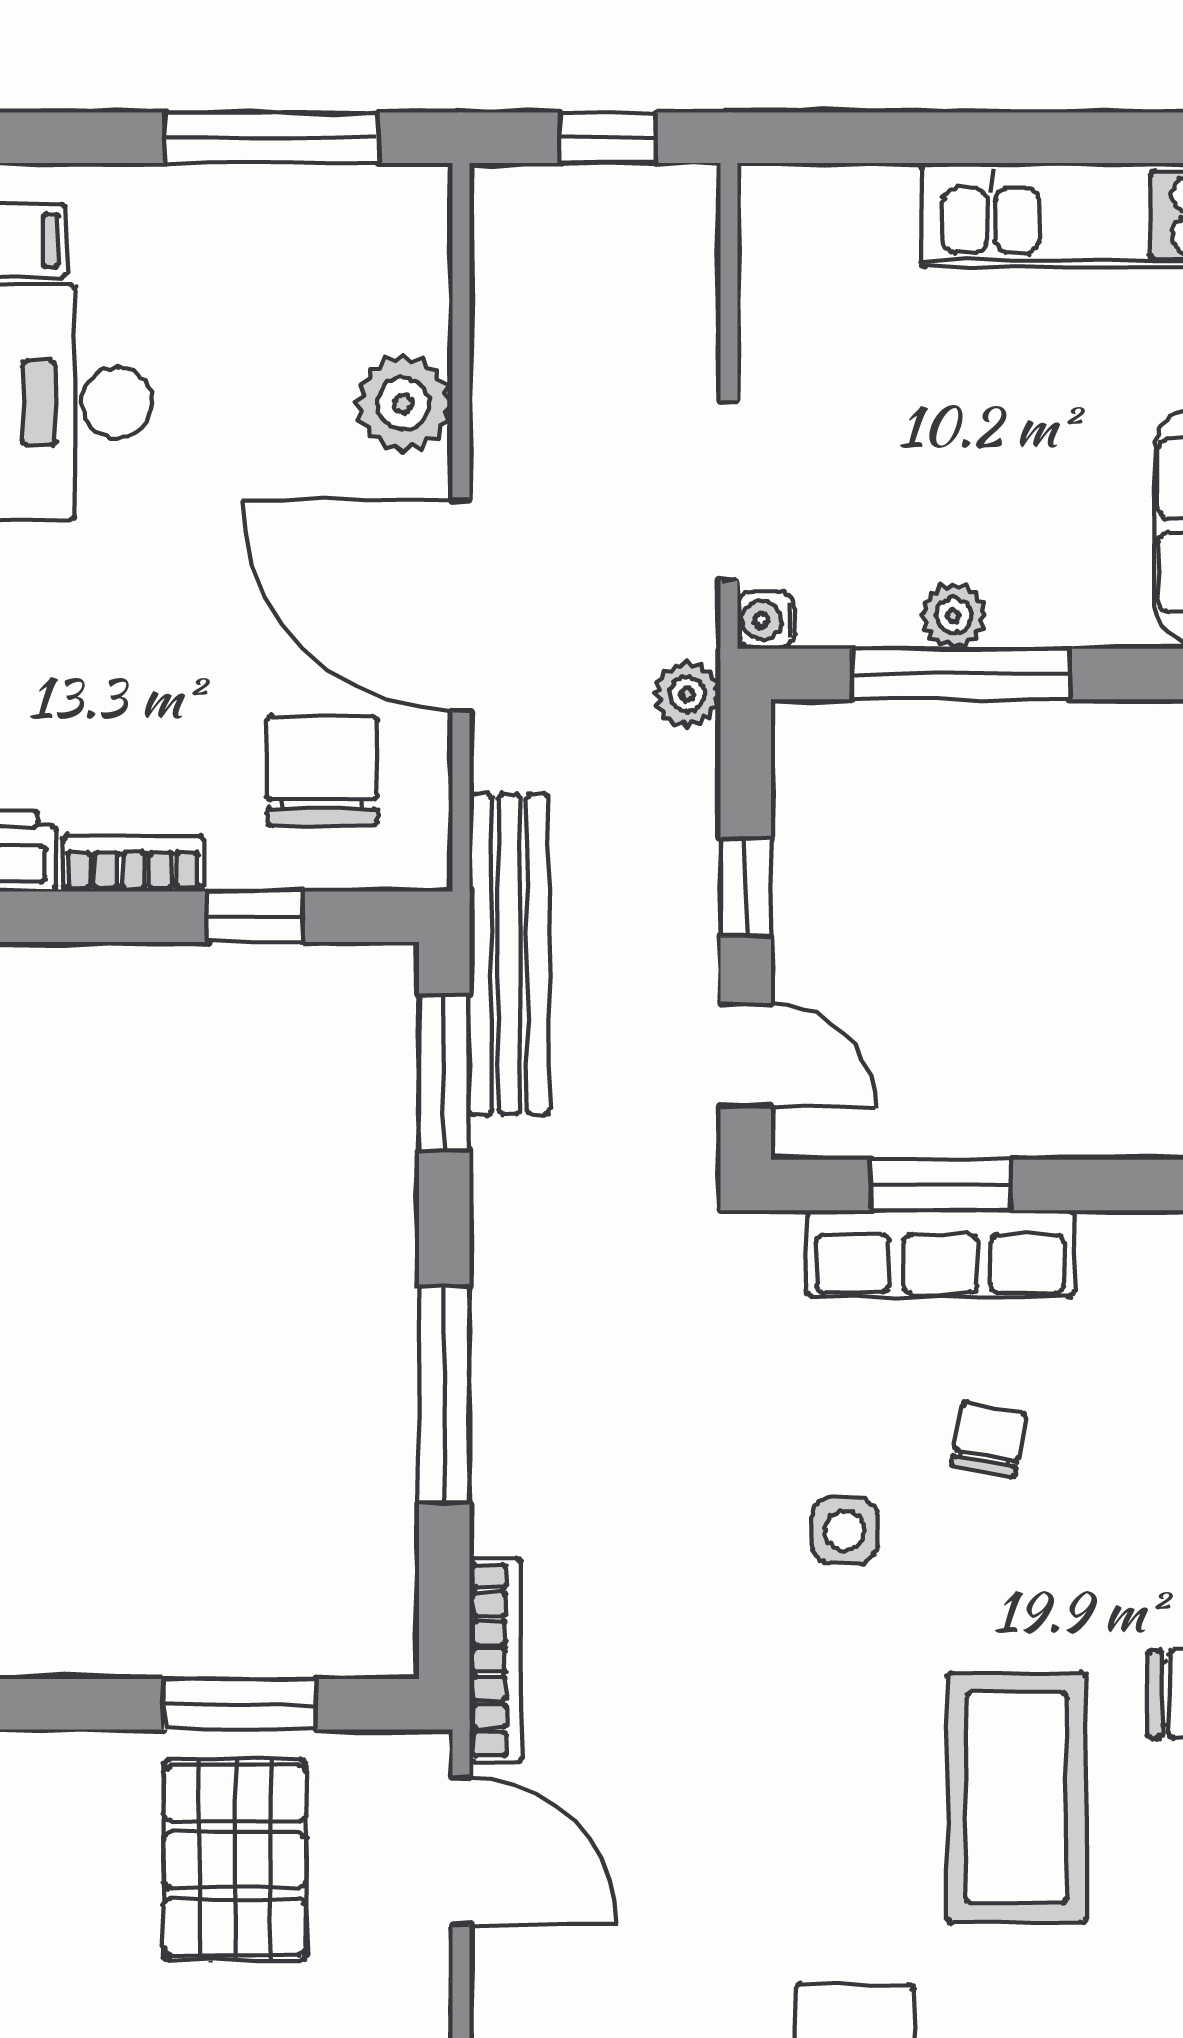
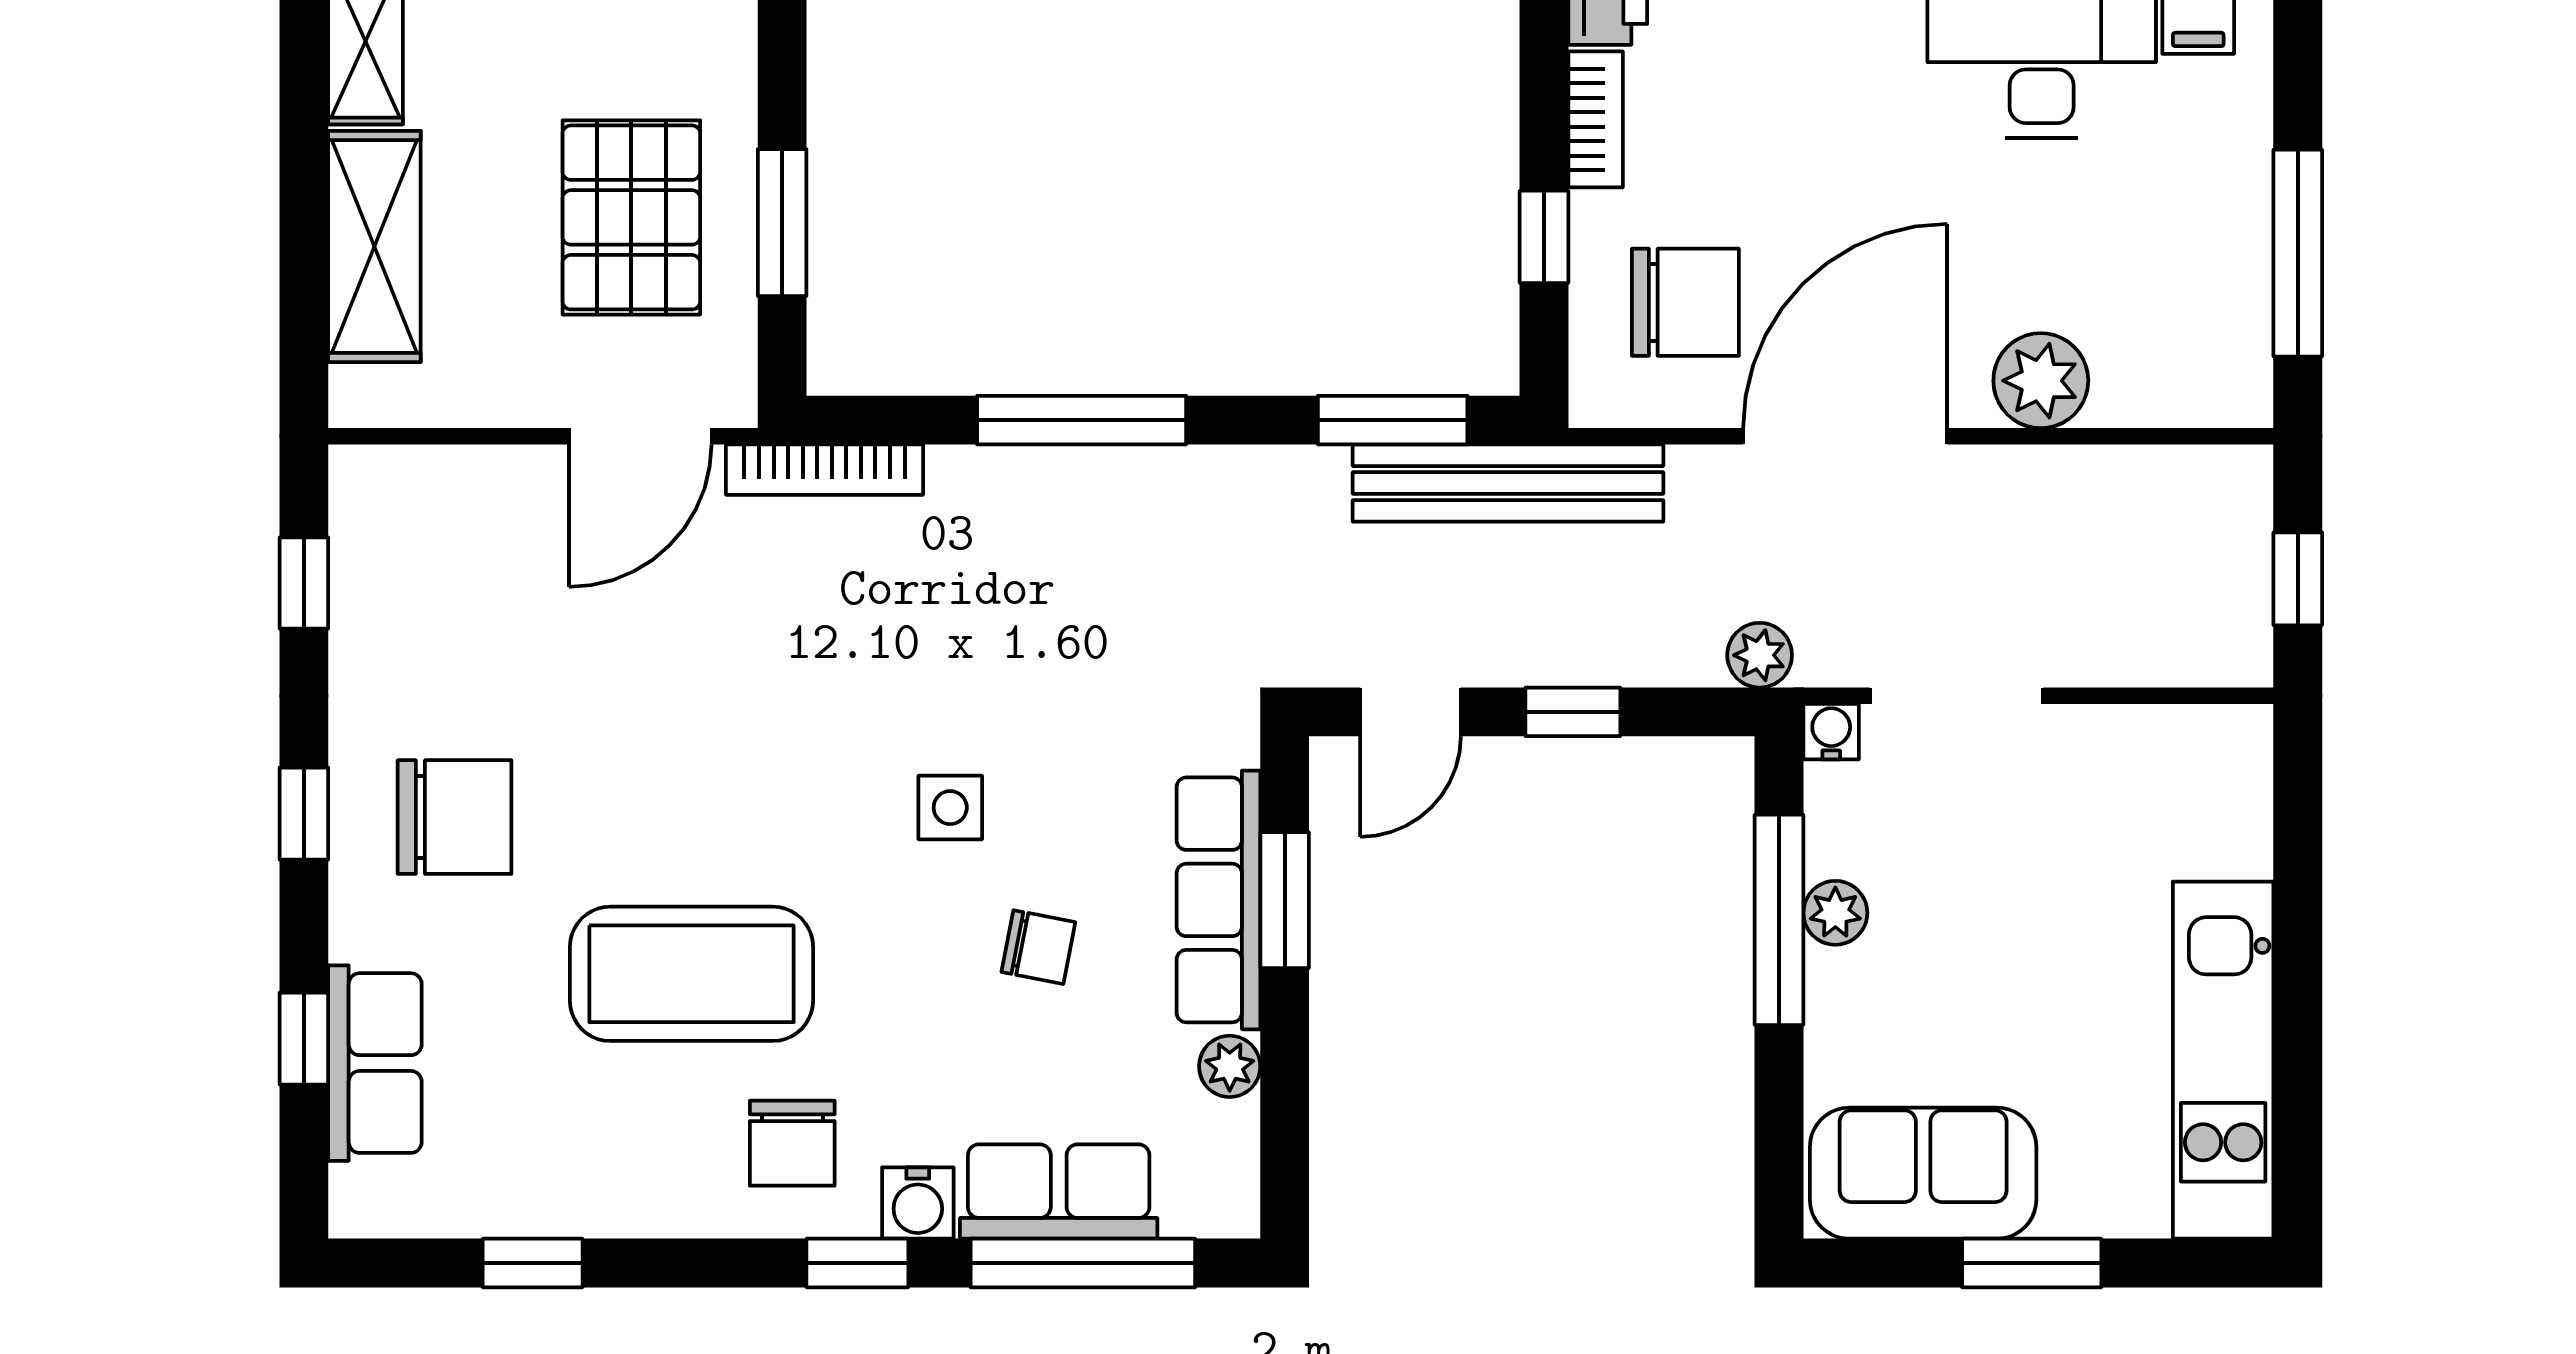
plant: (1112, 1242) -> (1230, 1066), added
pallet: (235, 1860) -> (631, 217), turned 90

